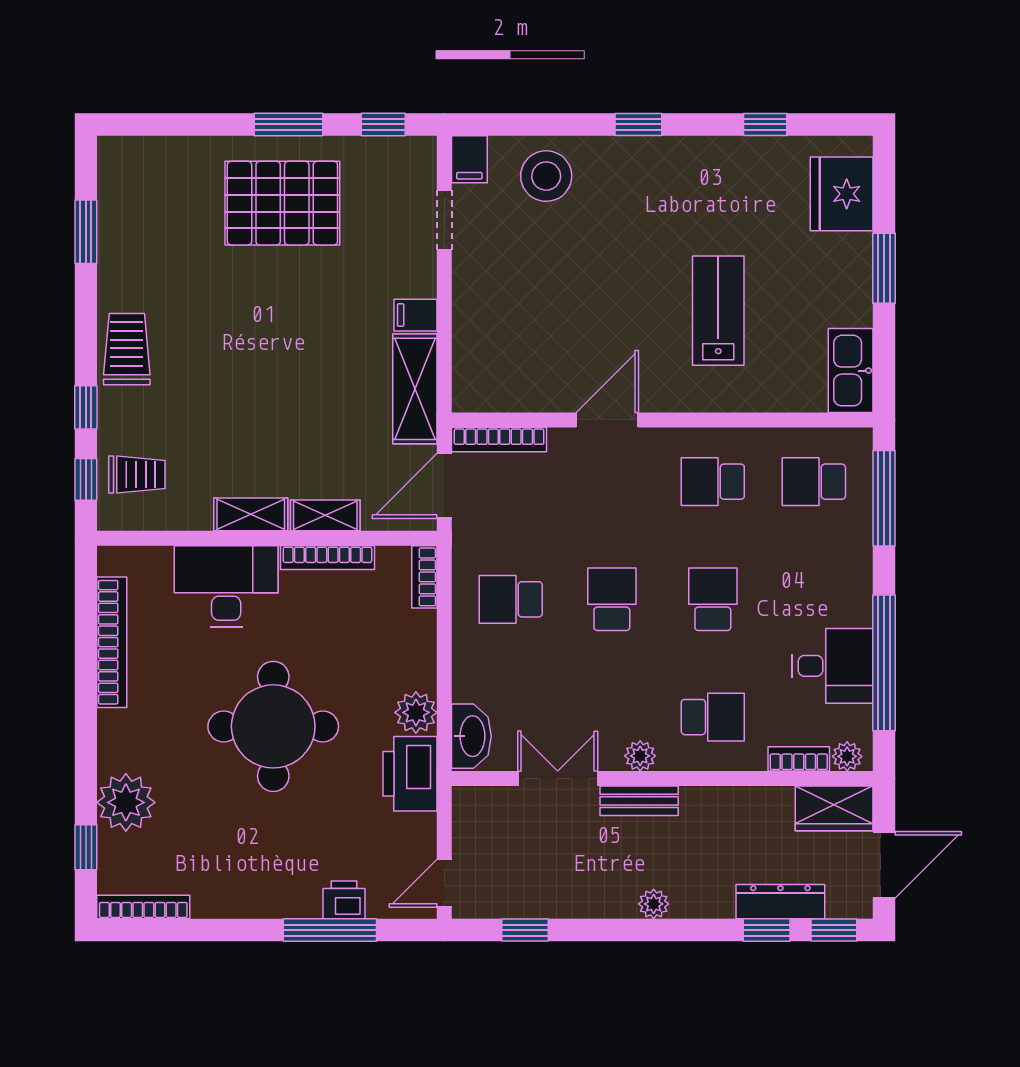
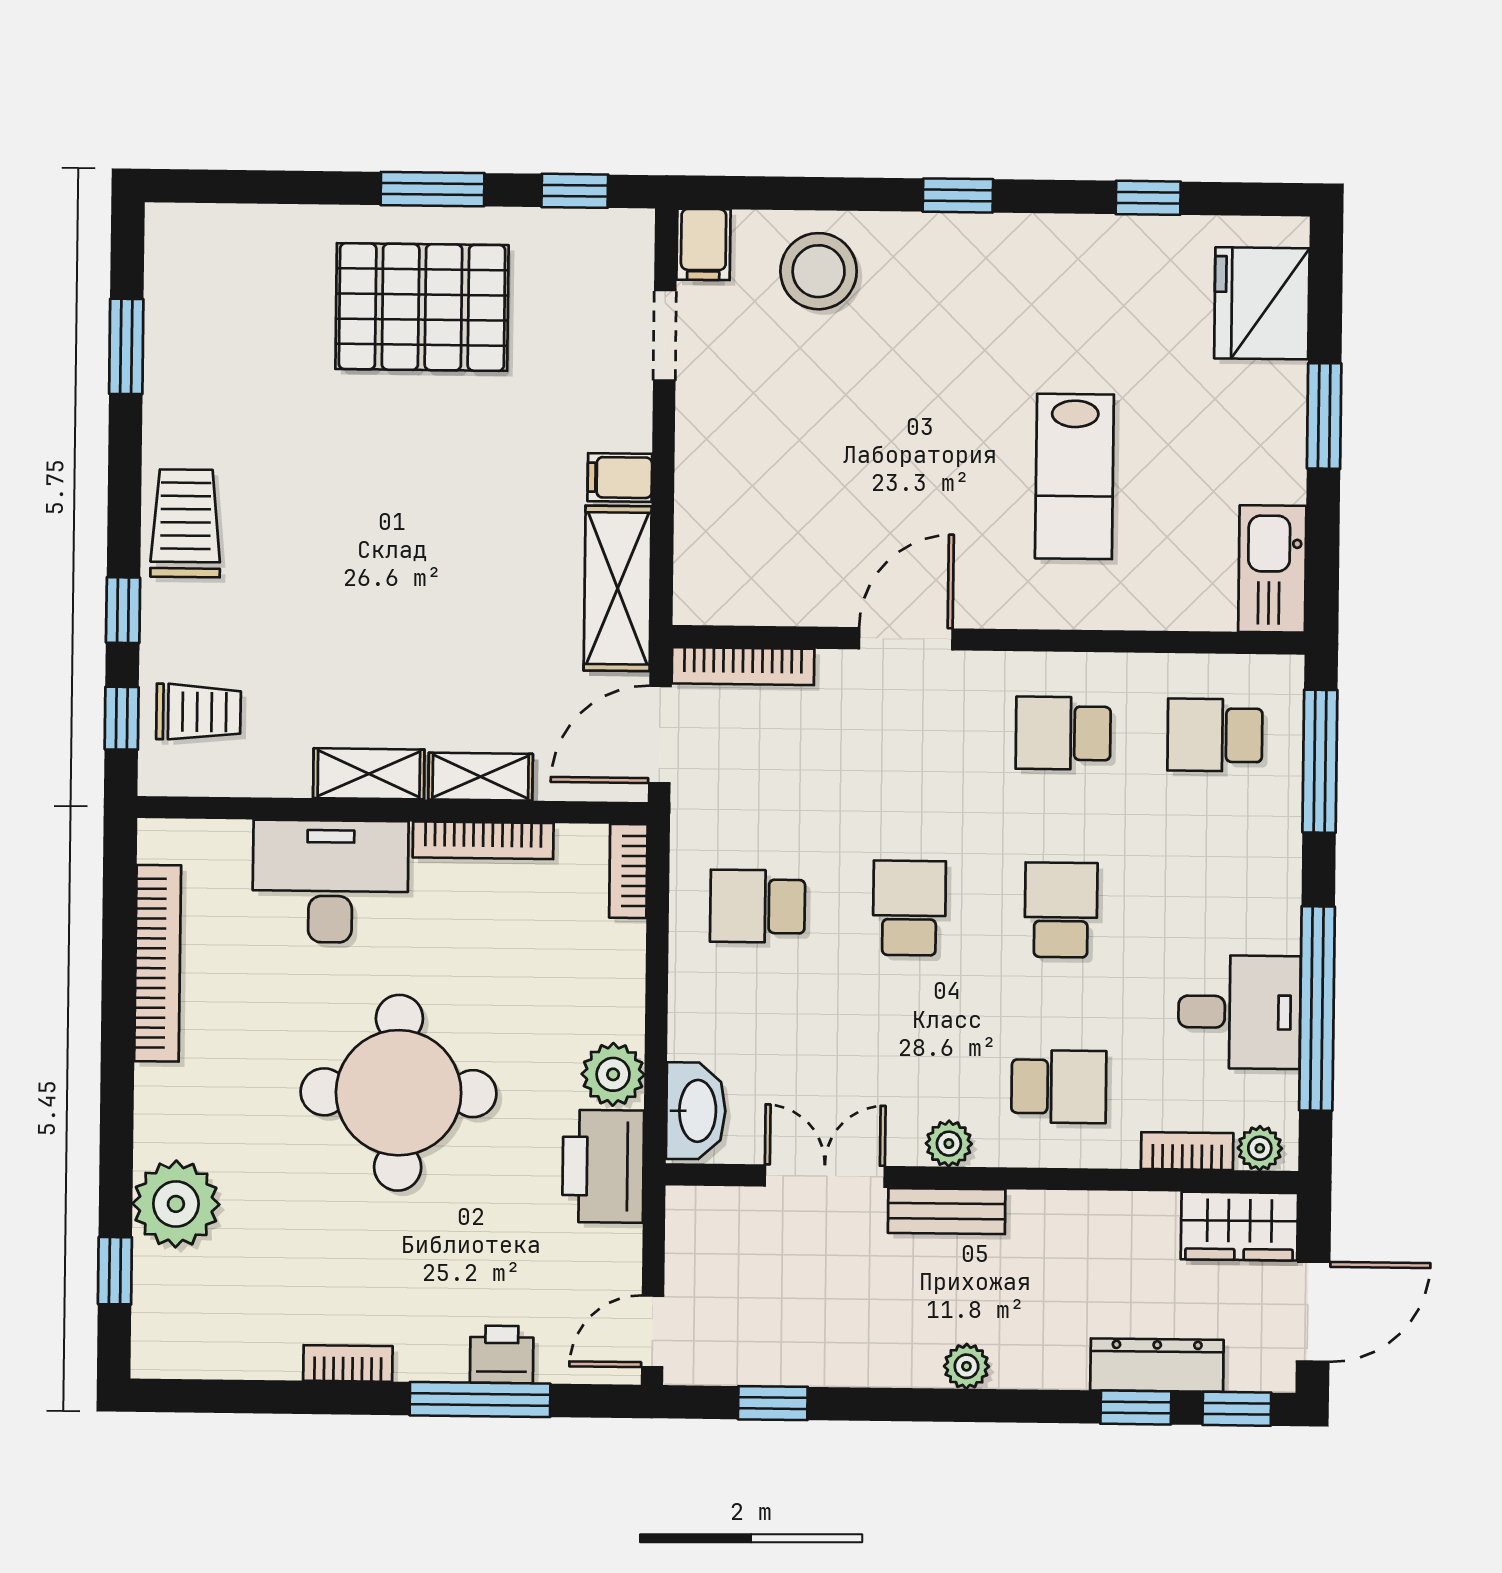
lab bench: (718, 311) -> (1074, 476), turned 180
bookcase: (143, 907) -> (348, 1363), moved, width x0.64

